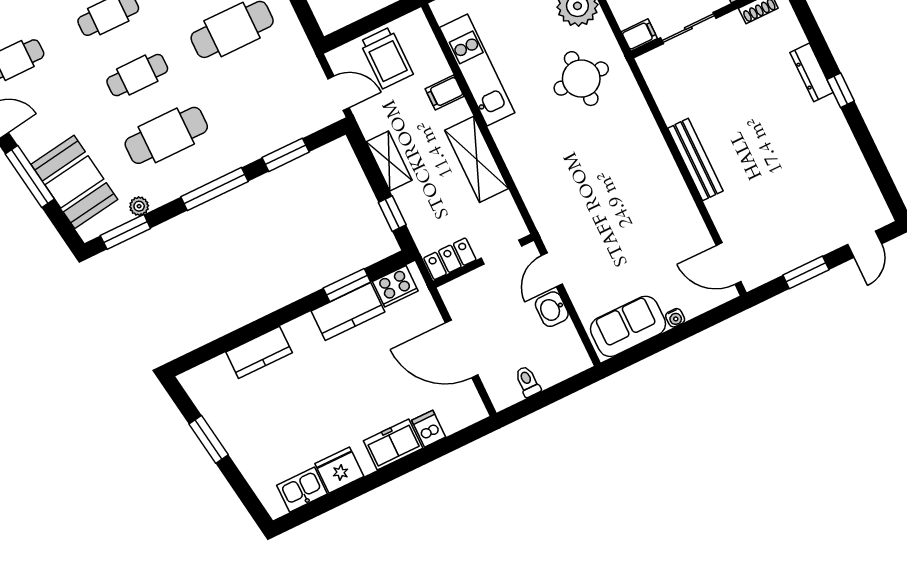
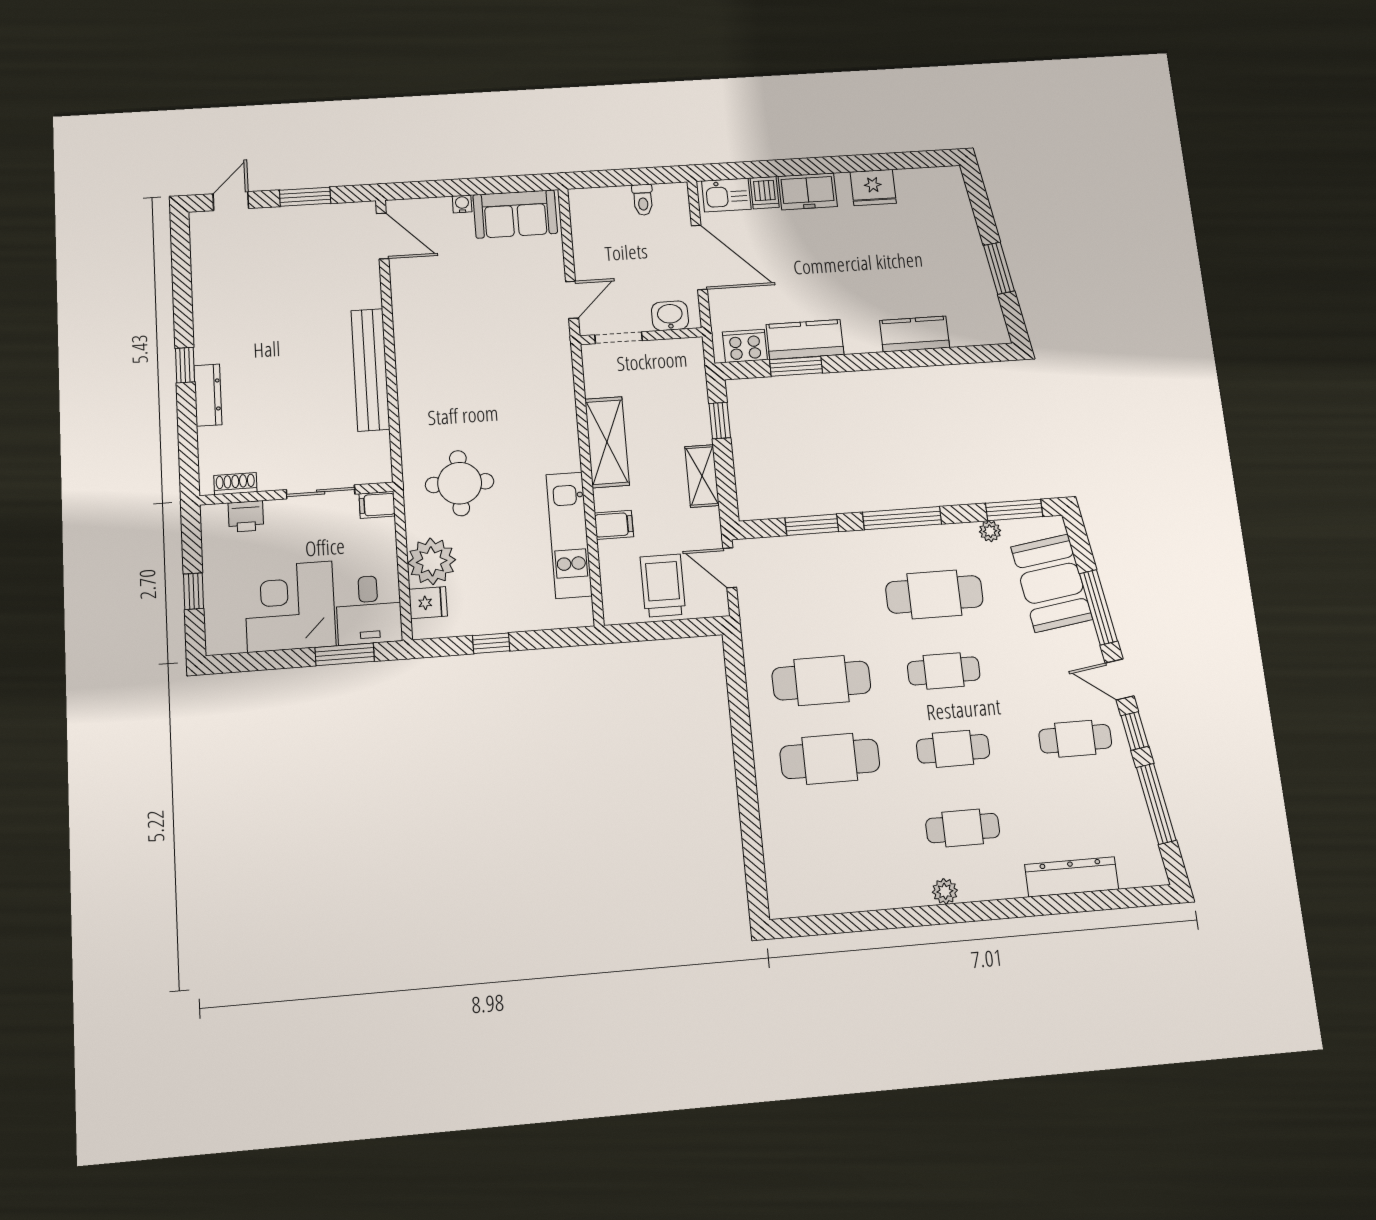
bench: (695, 160) -> (370, 370), width x1.37, depth x1.21
locker: (450, 259) -> (676, 352), removed
washbasin: (552, 309) -> (670, 316), moved, turned -90
kitchen sink: (302, 490) -> (726, 195), moved

